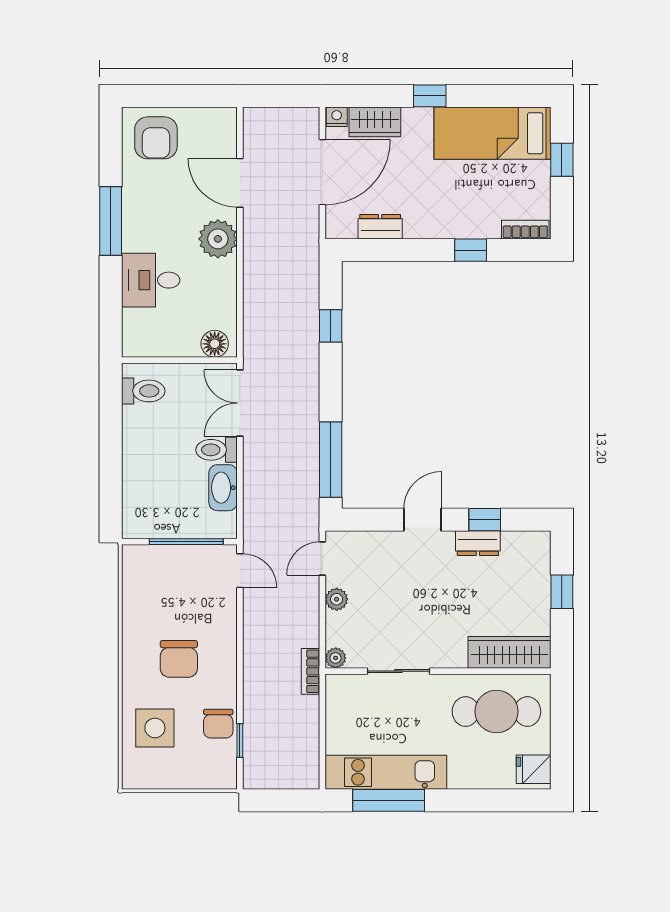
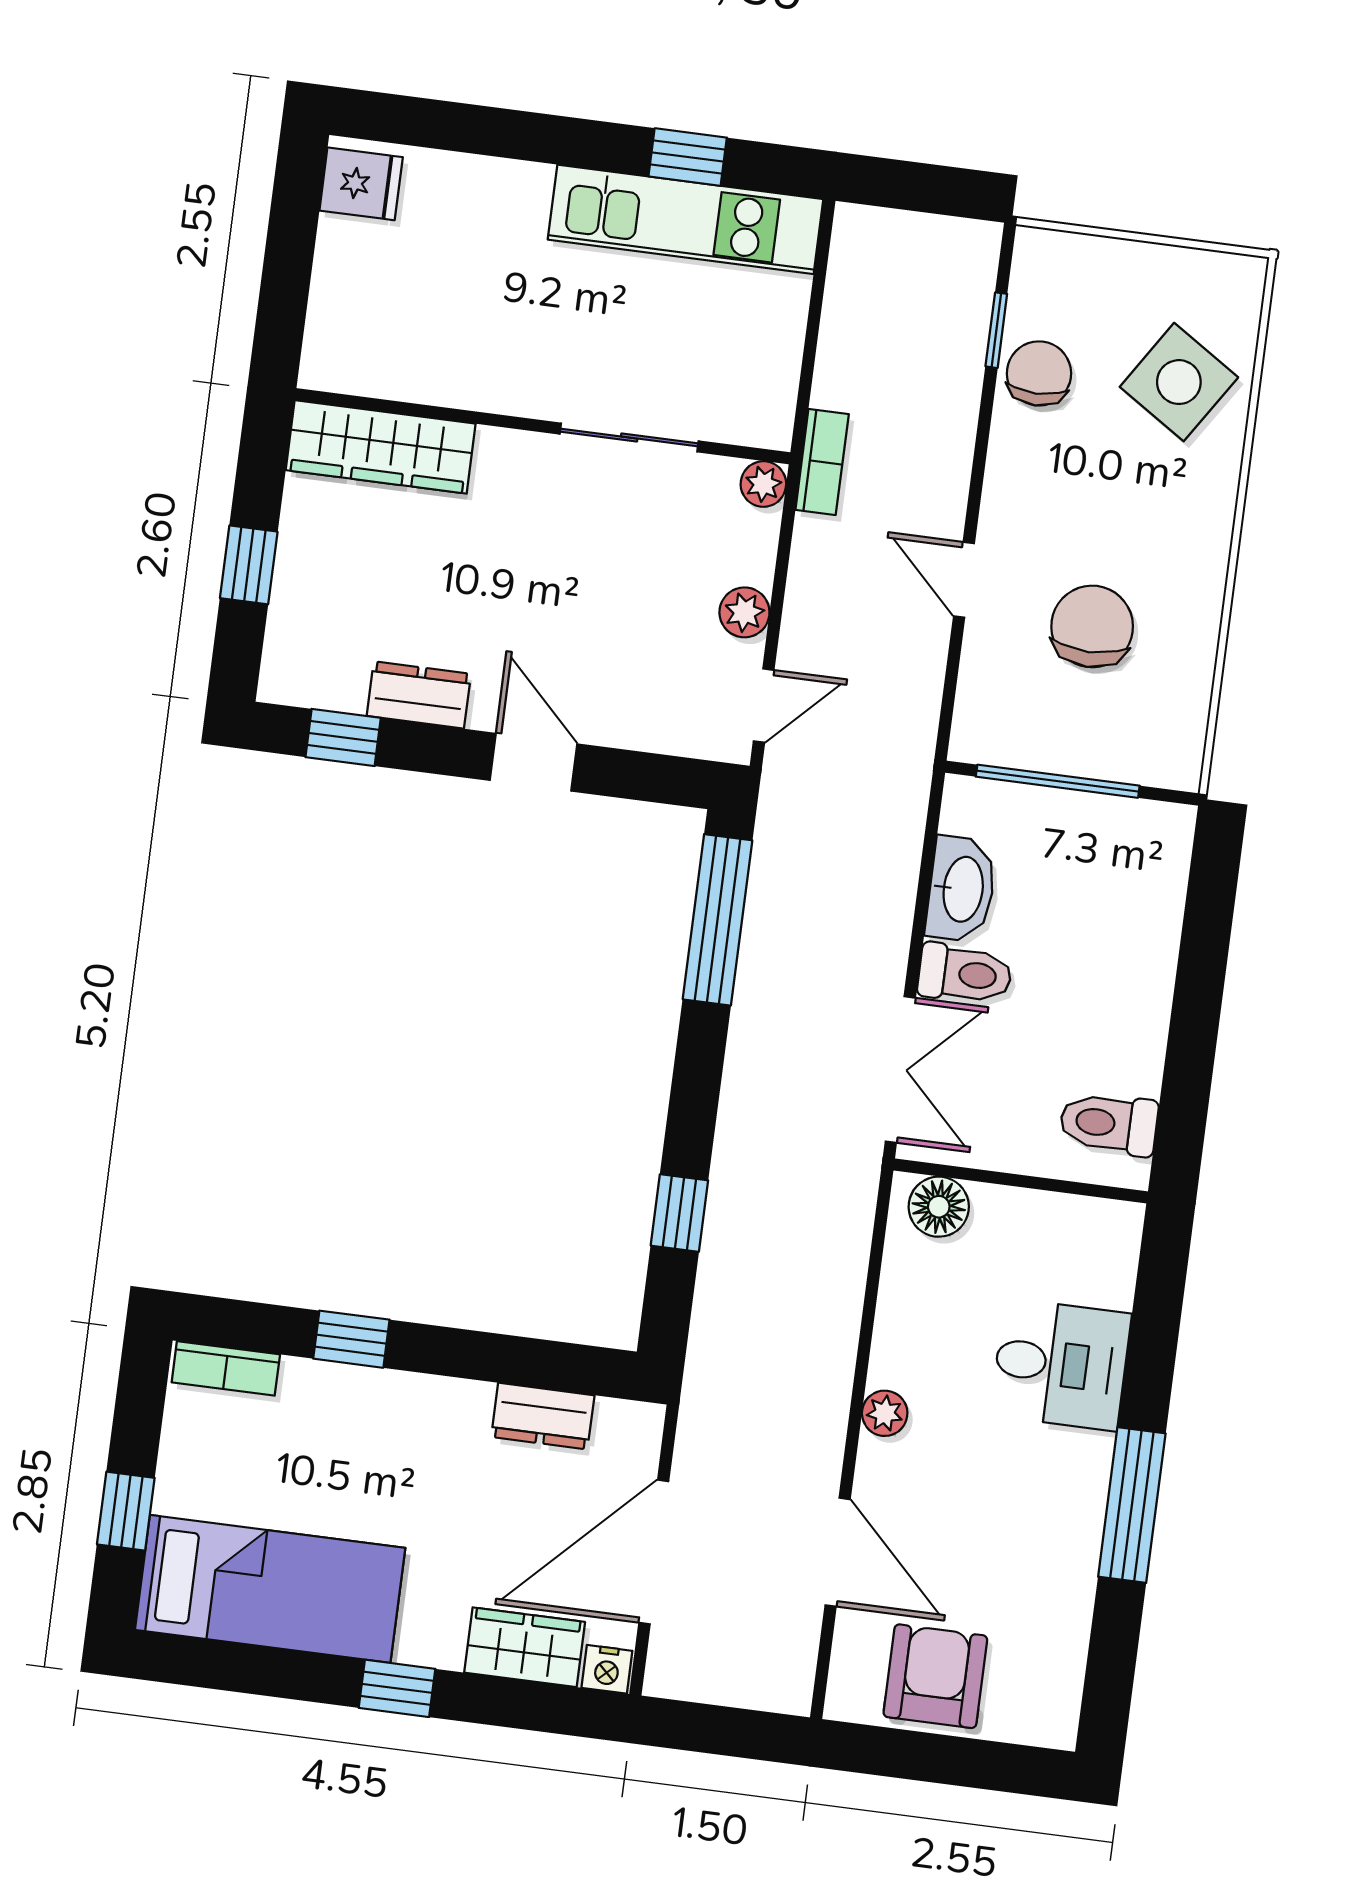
armchair: (156, 138) -> (935, 1676), moved
plant: (218, 239) -> (885, 1413), width x0.53, depth x0.53
door: (423, 520) -> (533, 762), swing flipped
window: (485, 520) -> (343, 737), moved
door: (240, 571) -> (964, 580), moved
chair: (179, 659) -> (1092, 626), moved
cafe table: (496, 712) -> (426, 321), removed
side table: (155, 728) -> (1179, 382), turned 33
window: (389, 800) -> (688, 157), width x0.46

